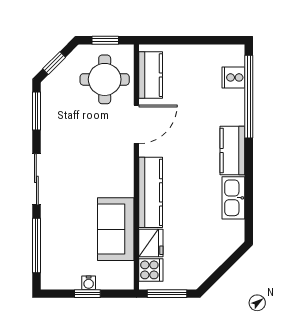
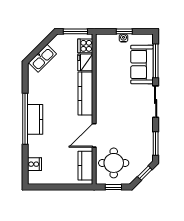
window: (249, 97) -> (25, 119), moved
kitchen sink: (233, 198) -> (42, 58), moved, turned 45
sofa: (116, 229) -> (142, 64), moved, turned 180

